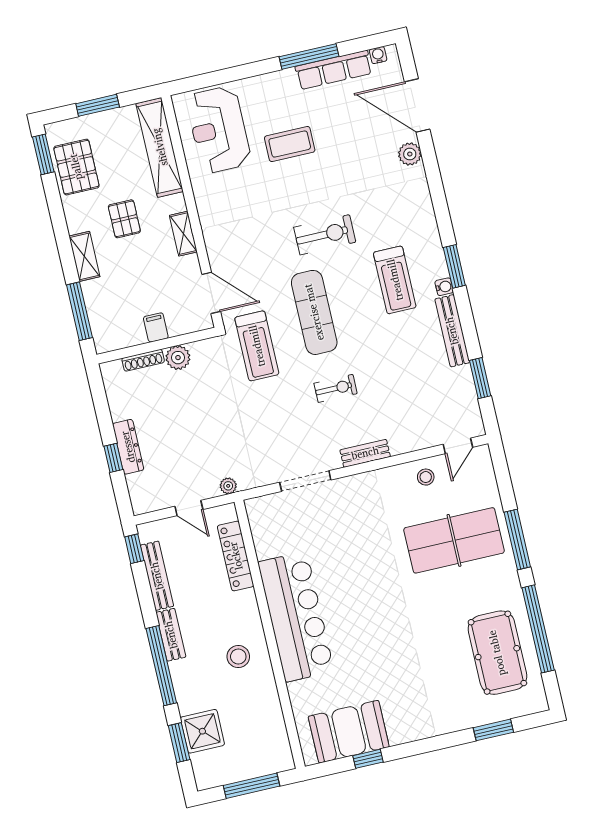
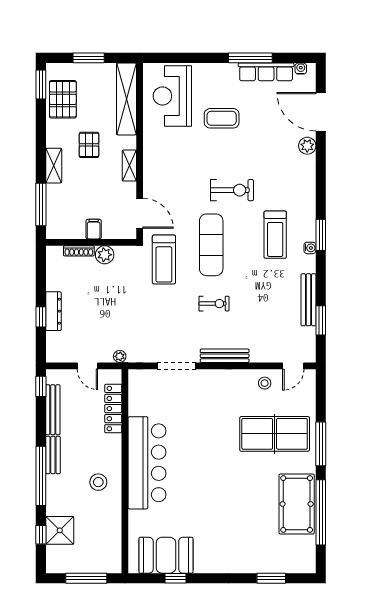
bench: (452, 331) -> (308, 300), moved
bench: (365, 453) -> (225, 356), width x1.36
pool table: (497, 653) -> (297, 504), moved
window: (179, 743) -> (41, 535), width x0.67

